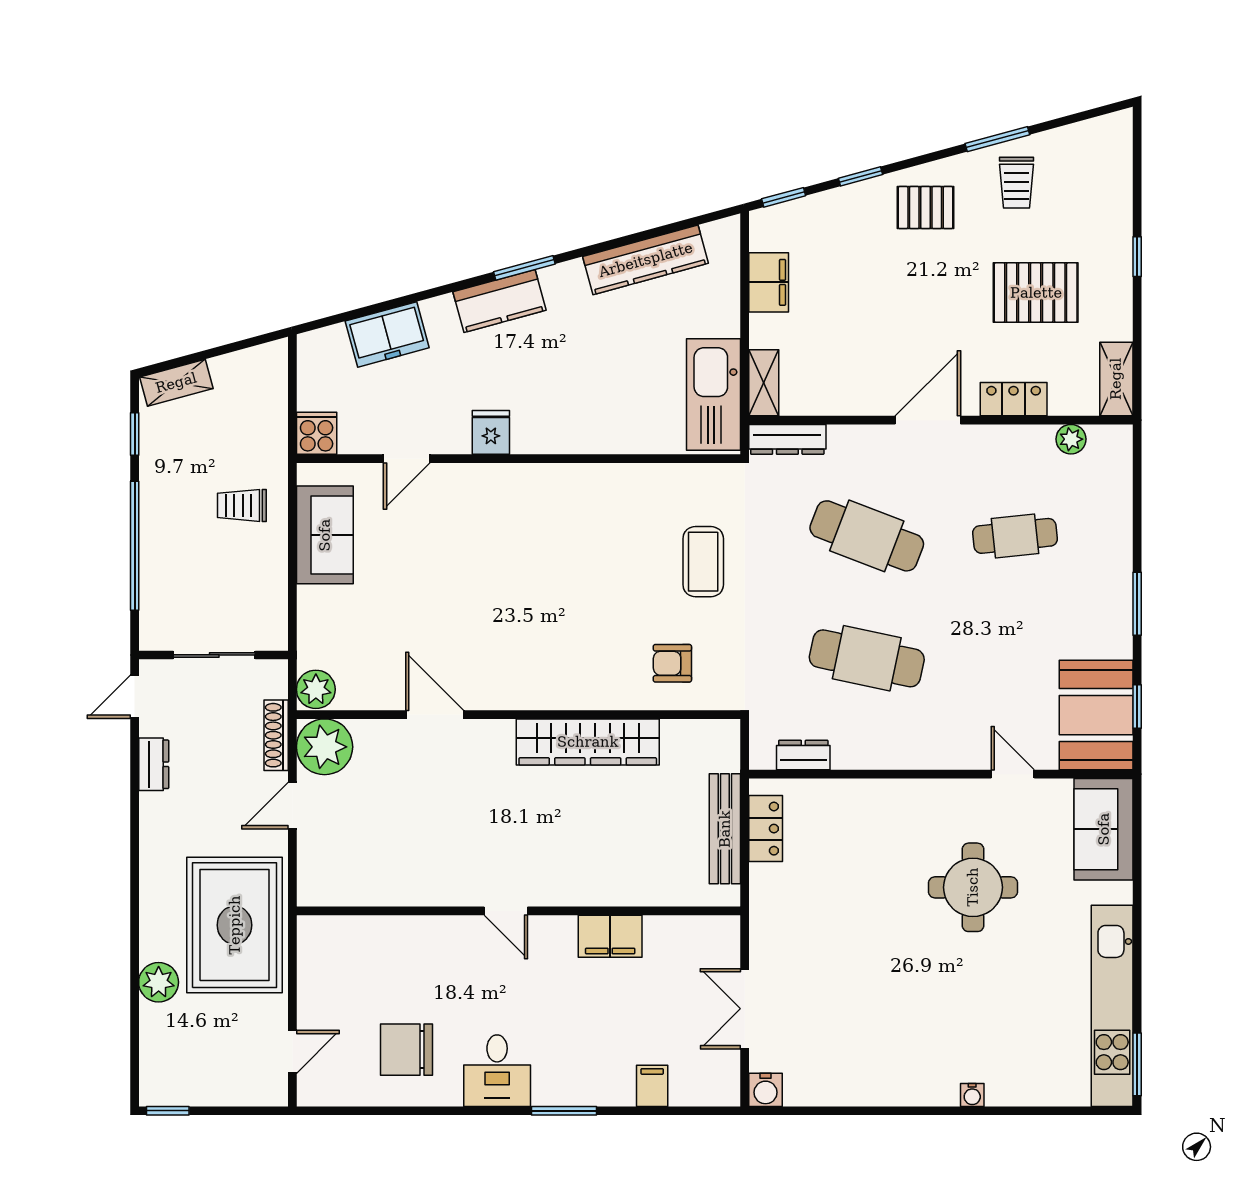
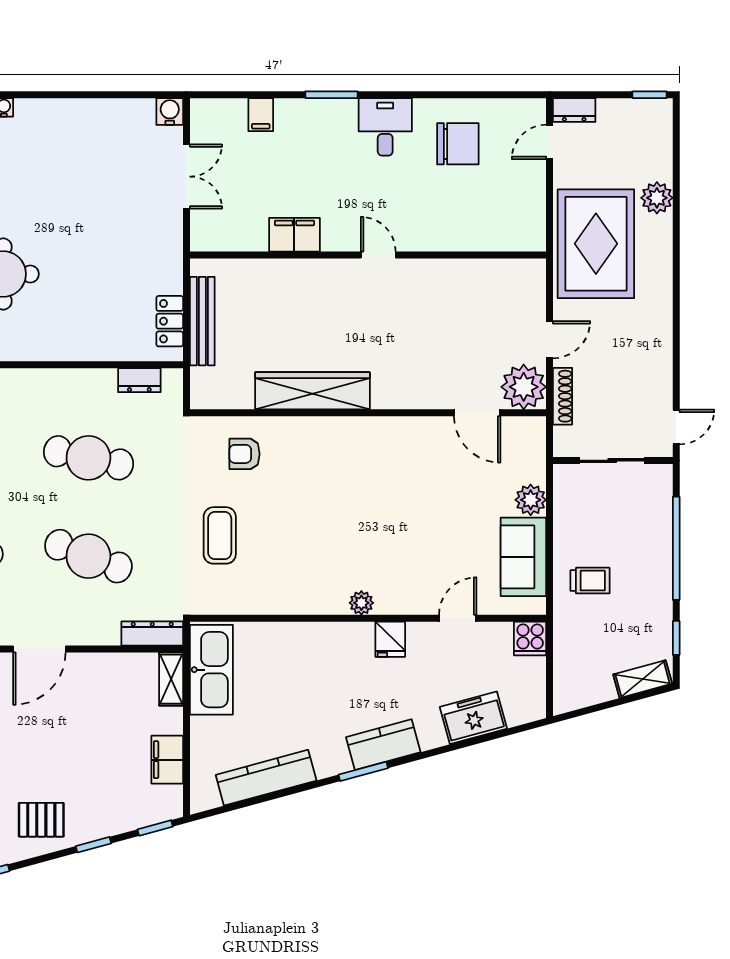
plant: (527, 478) -> (361, 603), added
armchair: (672, 663) -> (244, 454), turned 180
plant: (316, 689) -> (531, 500), moved
door: (435, 715) -> (477, 413), moved
dresser: (154, 764) -> (574, 110), moved, turned -90

